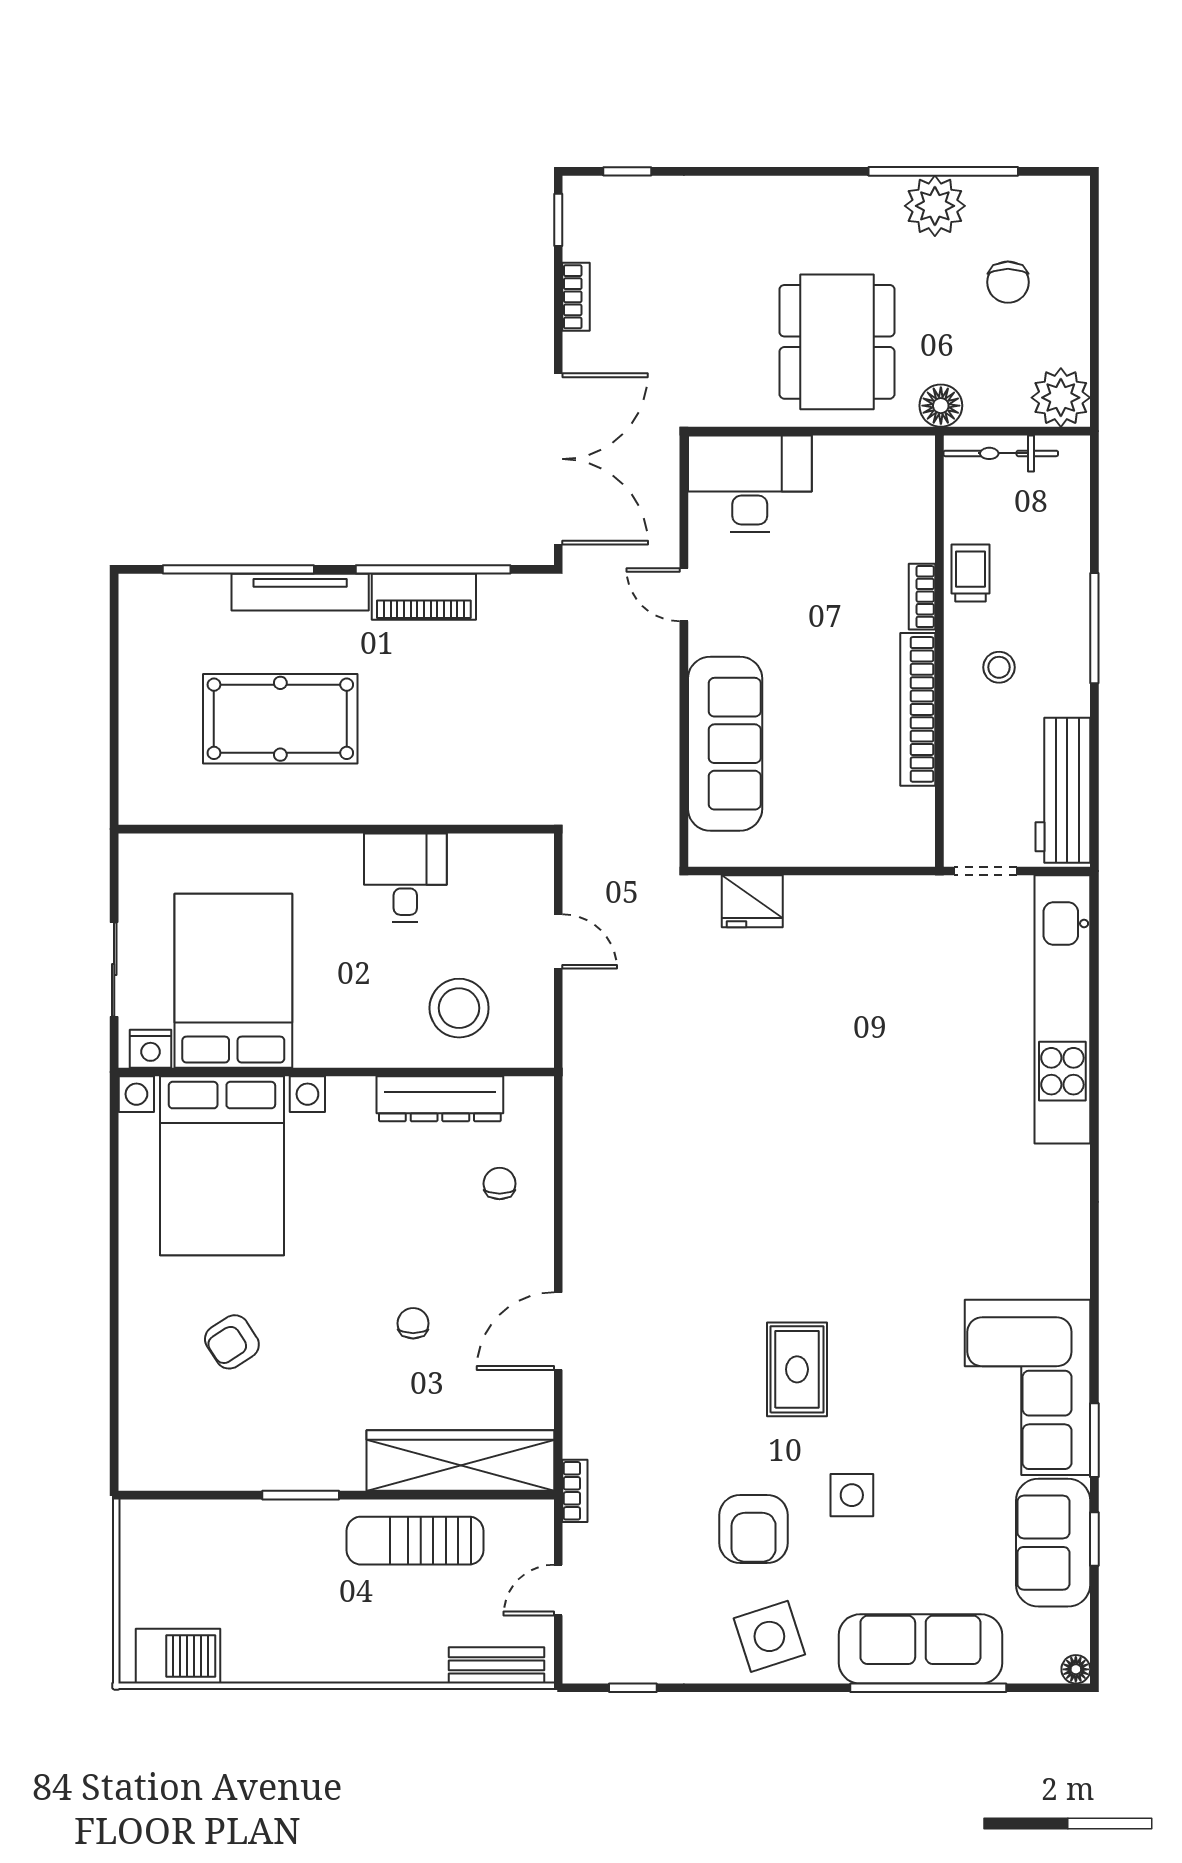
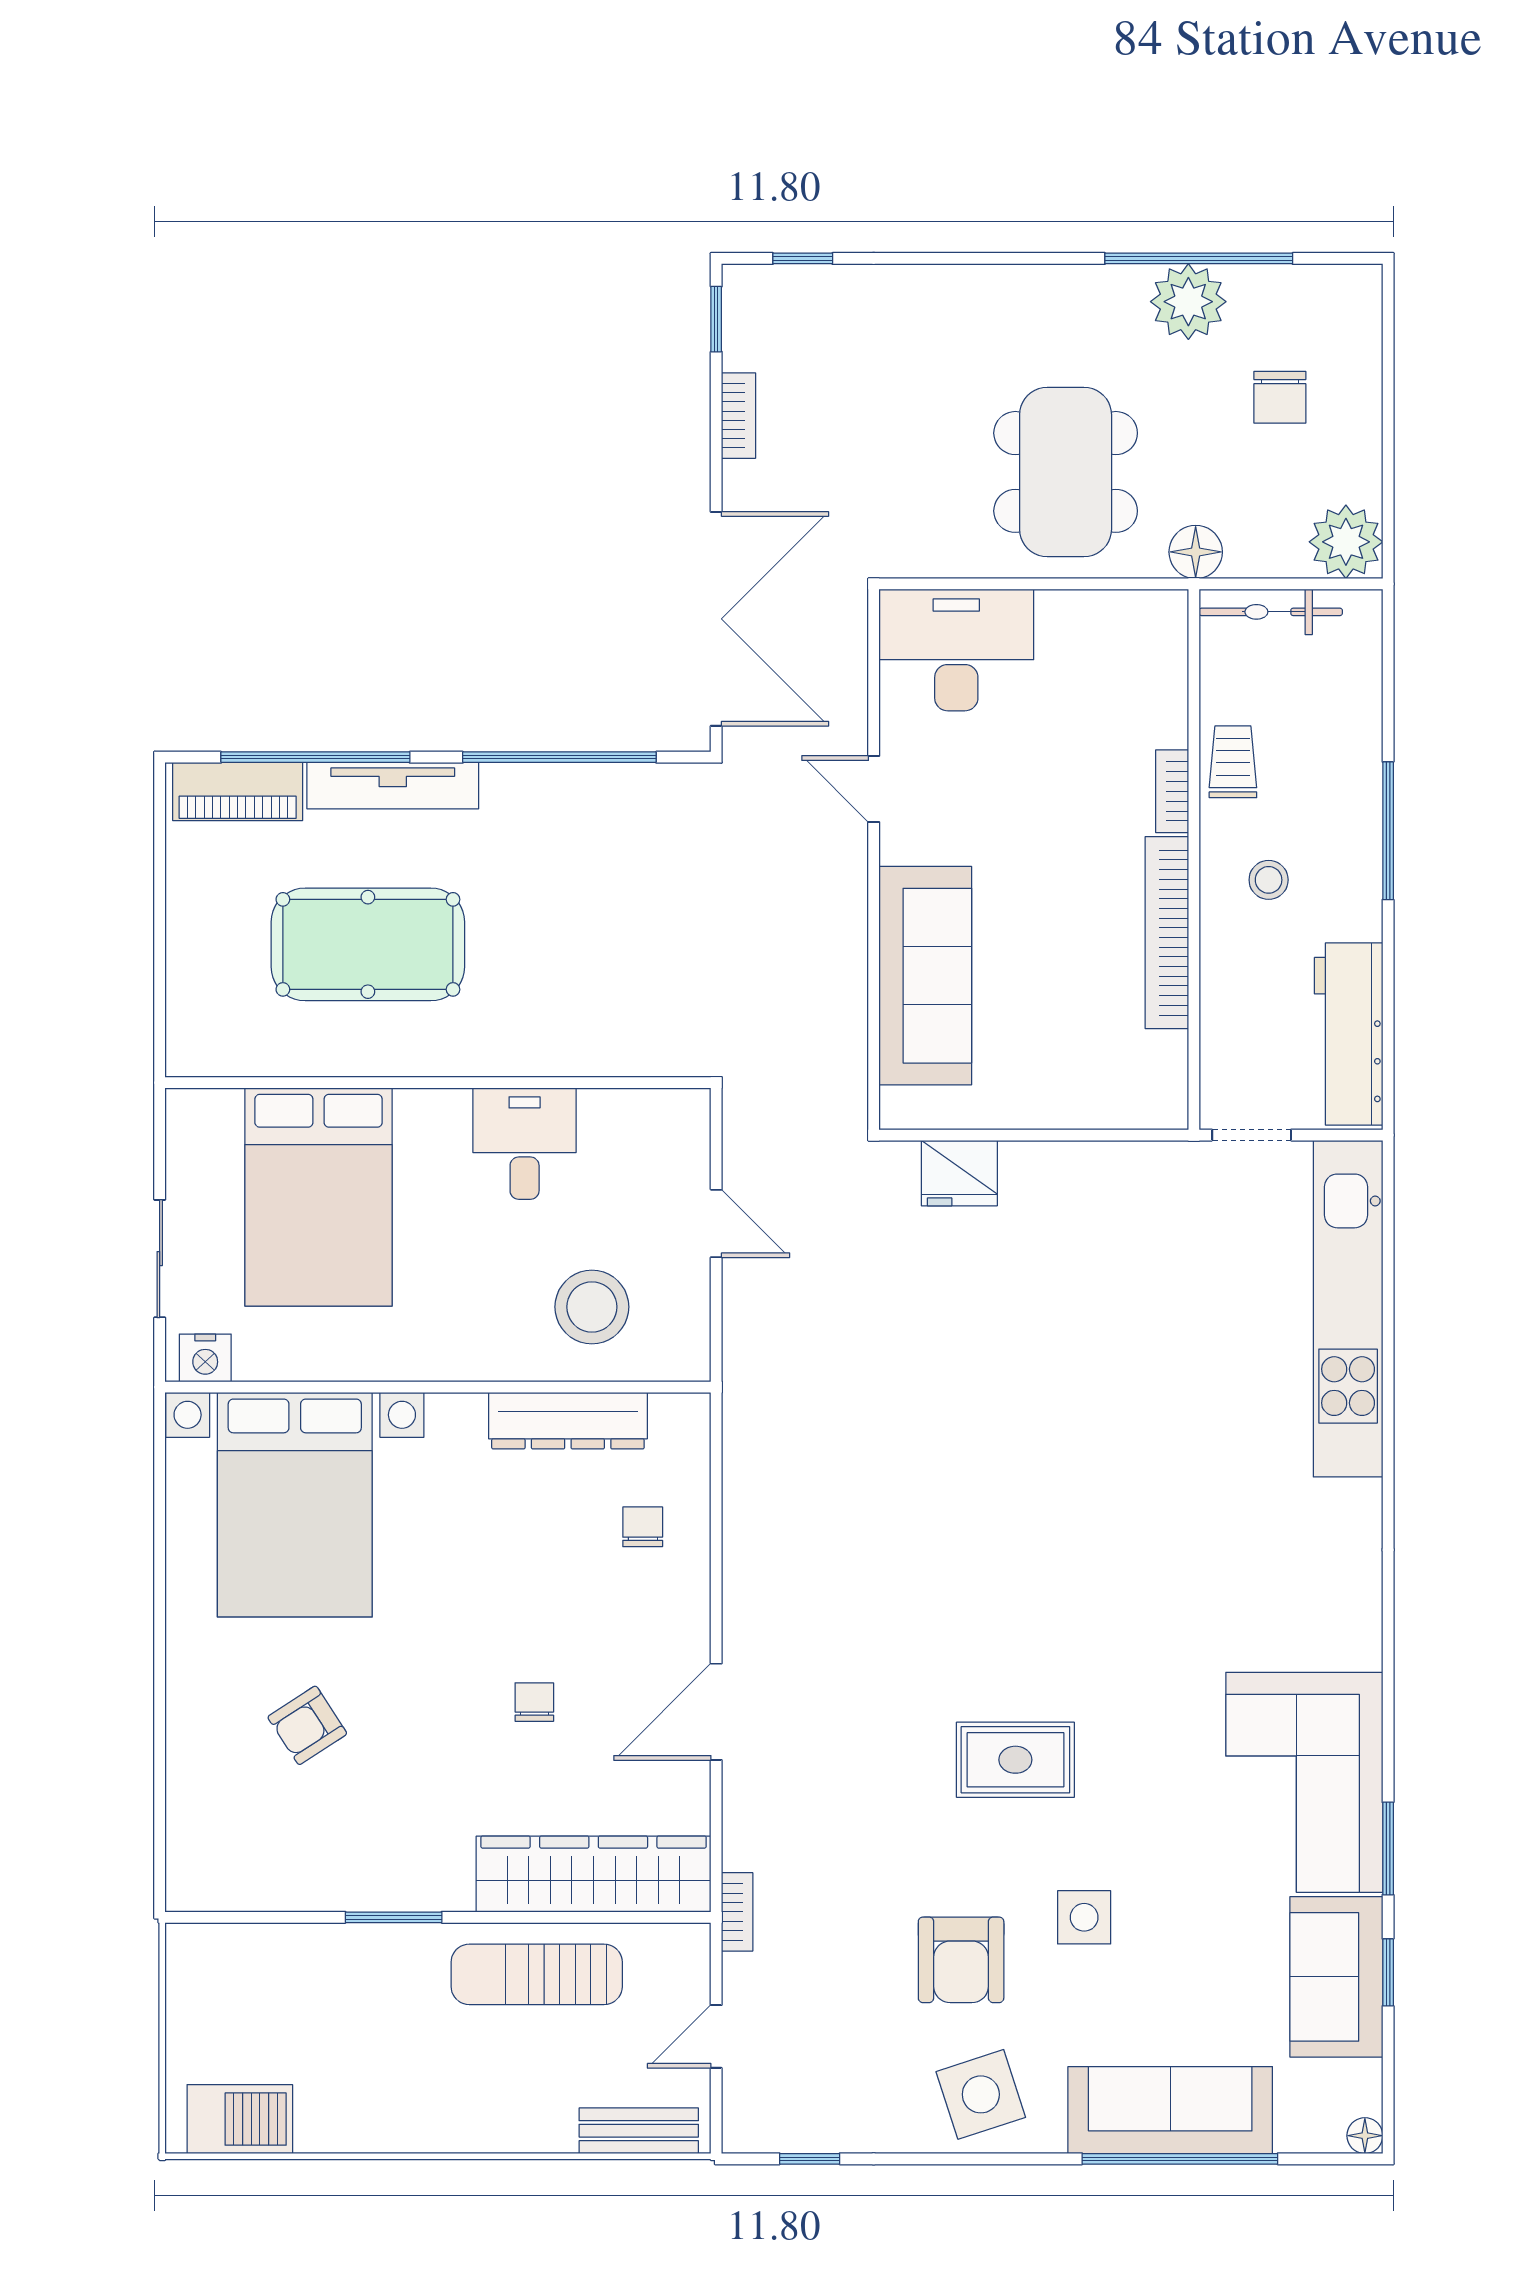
piano: (424, 597) -> (238, 792), moved
bed: (233, 981) -> (319, 1197), moved, turned 180
rug: (797, 1369) -> (1015, 1760), turned 90

